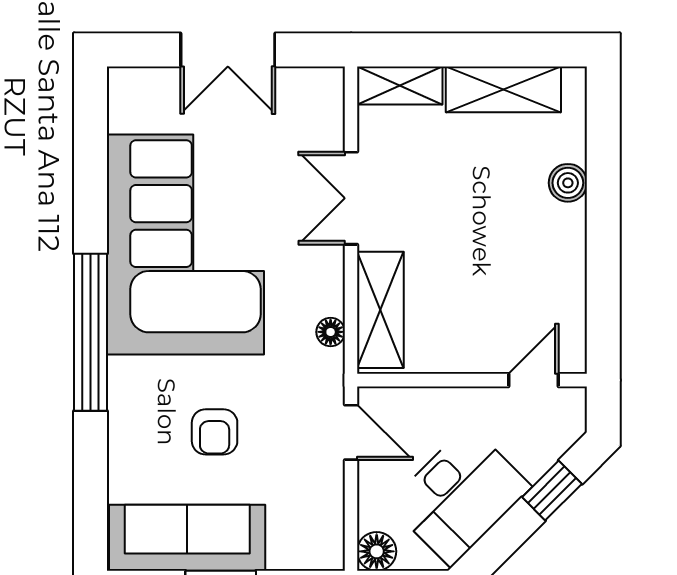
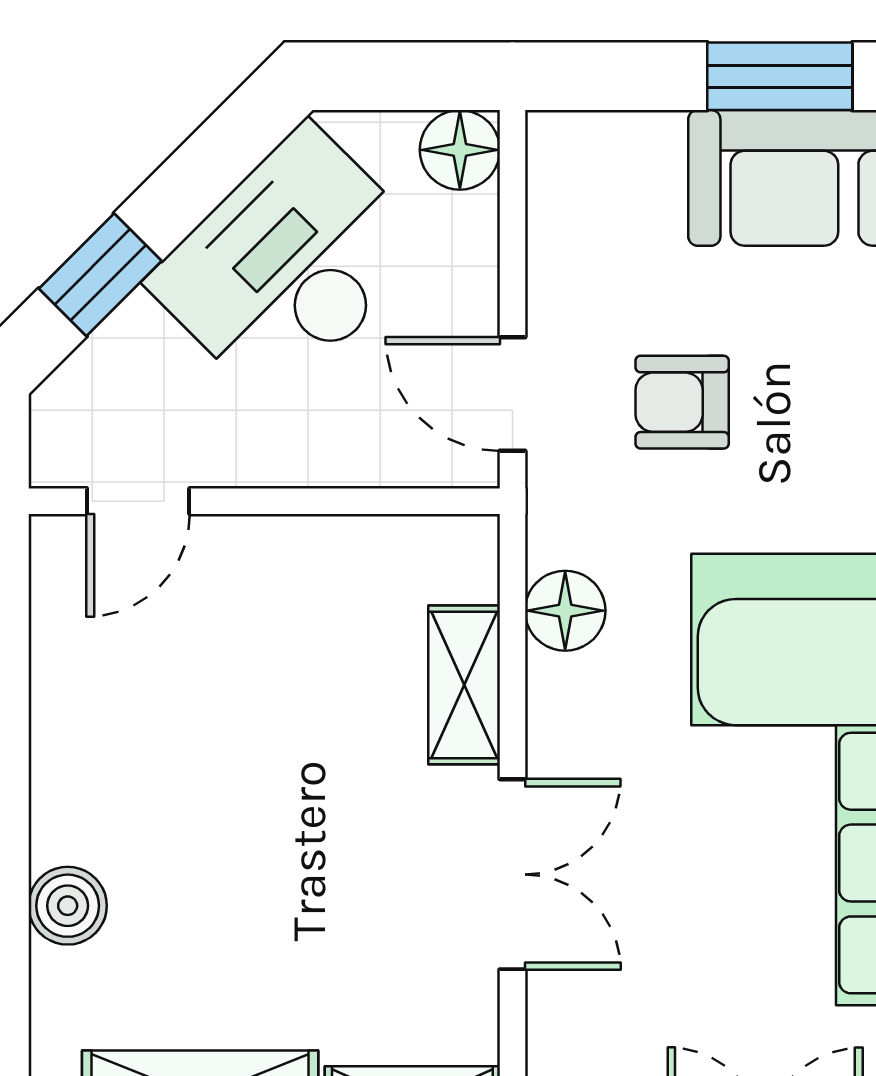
shelving: (380, 310) -> (464, 685), width x0.67, depth x0.75
floor lamp: (331, 332) -> (565, 611), width x1.37, depth x1.37
armchair: (215, 432) -> (682, 402), moved, turned -90

